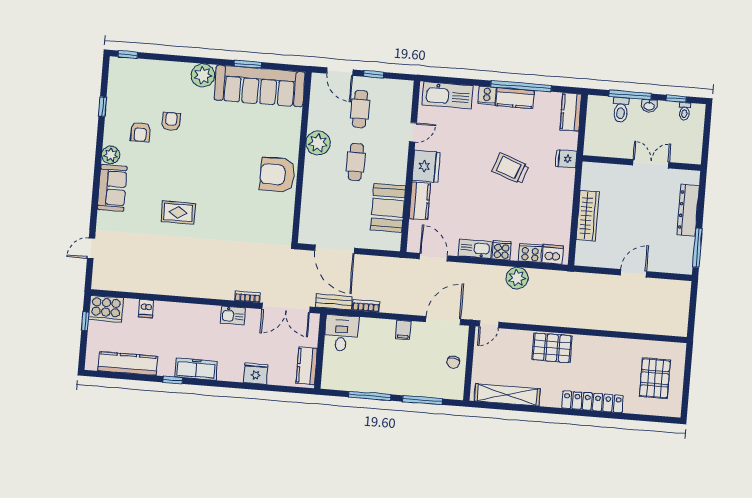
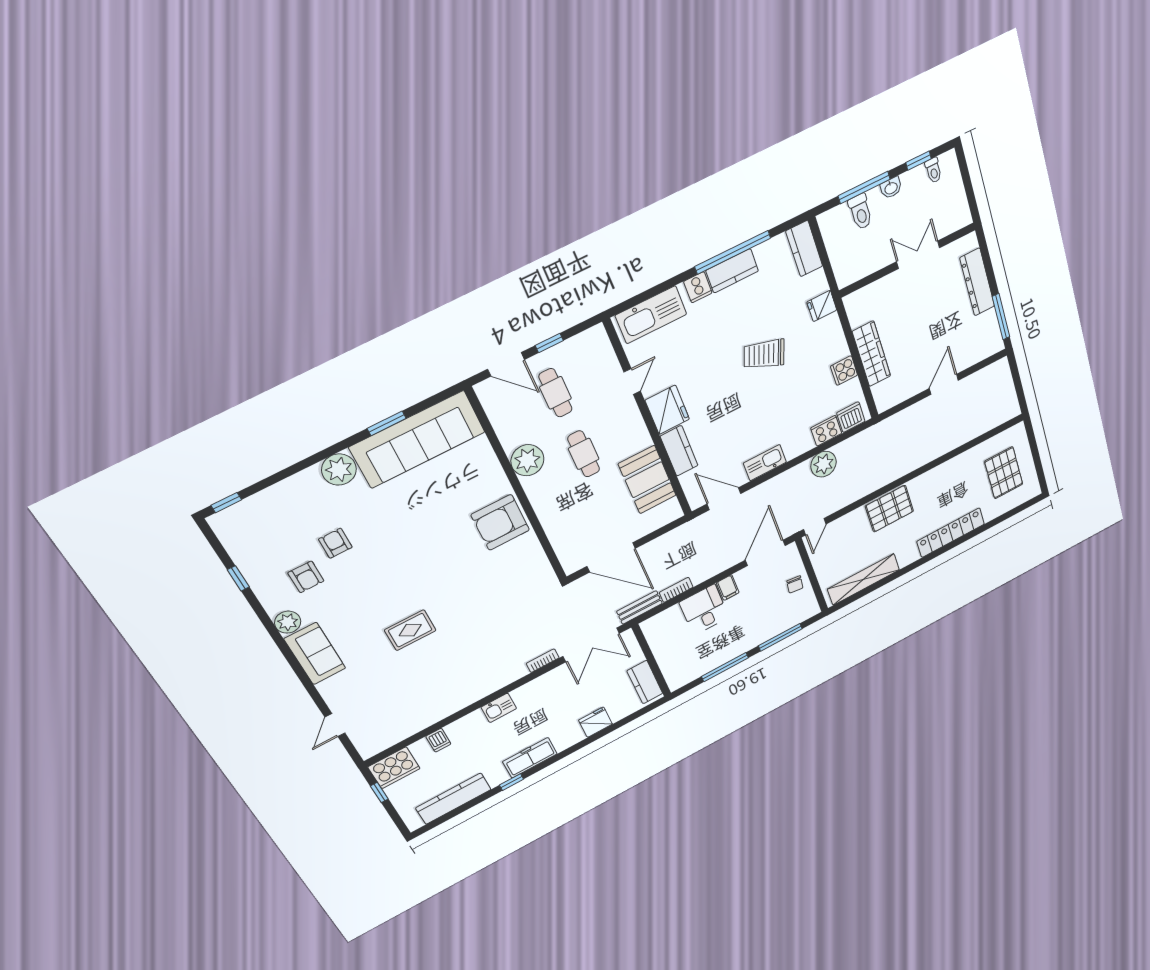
cooker: (502, 250) -> (844, 371), moved, turned -90
kitchen sink: (233, 315) -> (499, 708), moved
desk: (341, 333) -> (704, 610), moved

